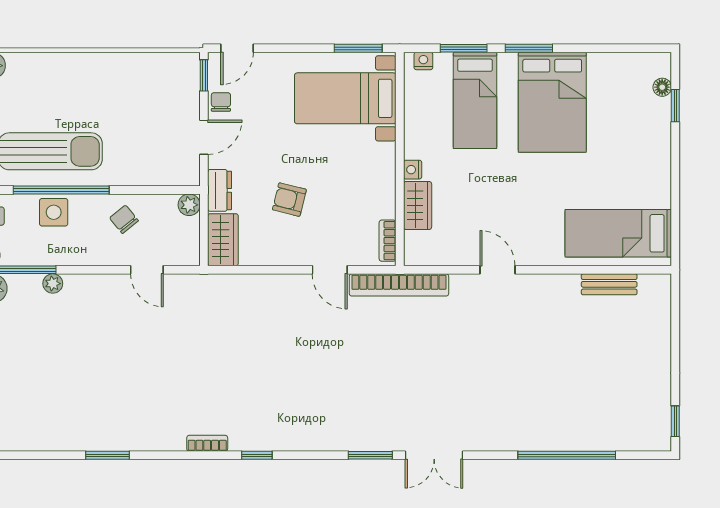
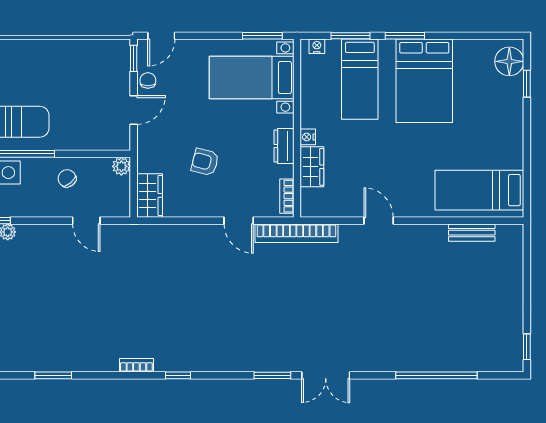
floor lamp: (662, 87) -> (509, 61), width x1.89, depth x1.89
dresser: (220, 190) -> (284, 146), moved, turned 180

